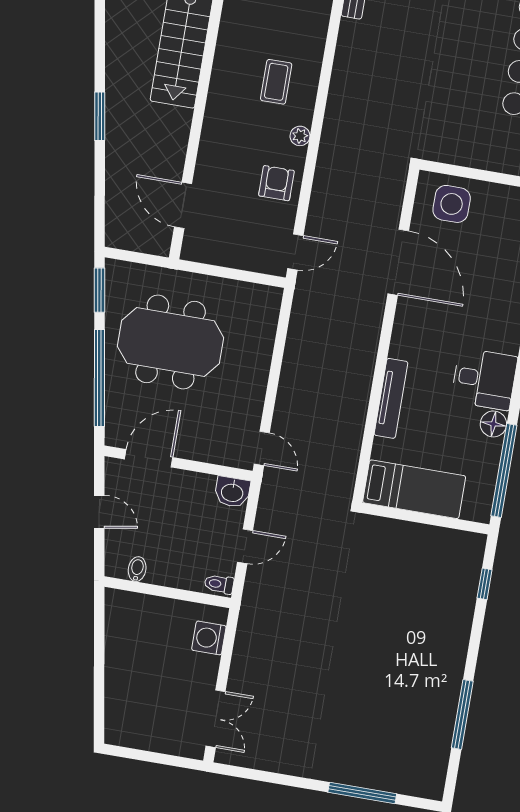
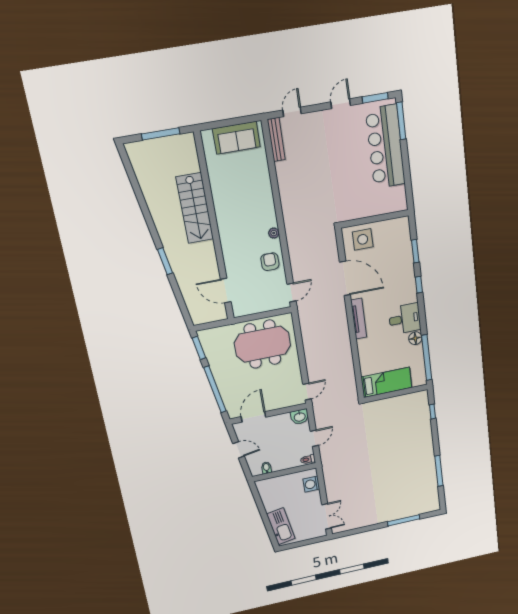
coffee table: (276, 82) -> (252, 209), removed
meeting table: (171, 342) -> (262, 344), moved
tv unit: (391, 398) -> (359, 319), moved
door: (262, 448) -> (307, 392), hinge flipped
kitchen sink: (122, 702) -> (281, 526), added

